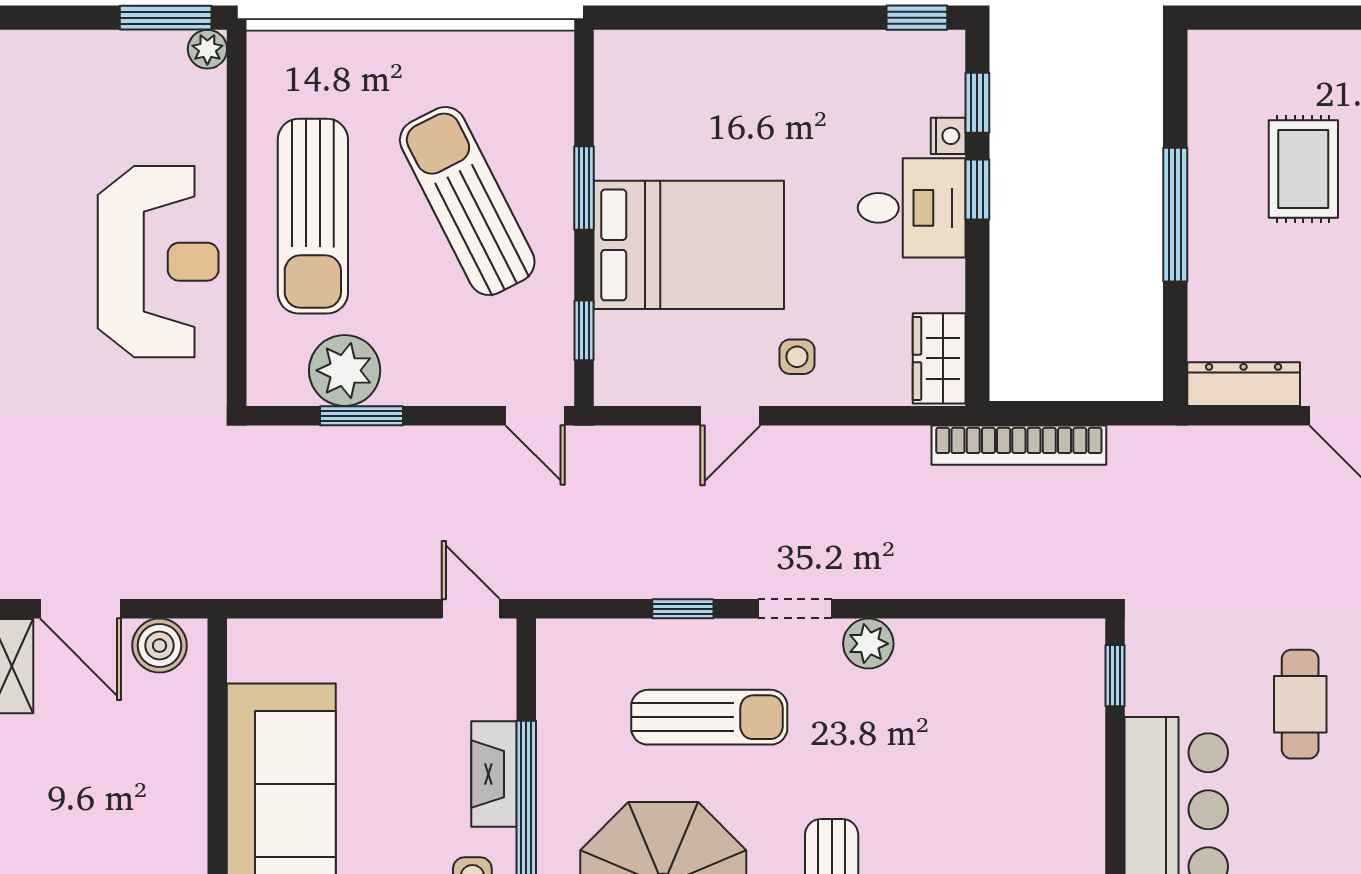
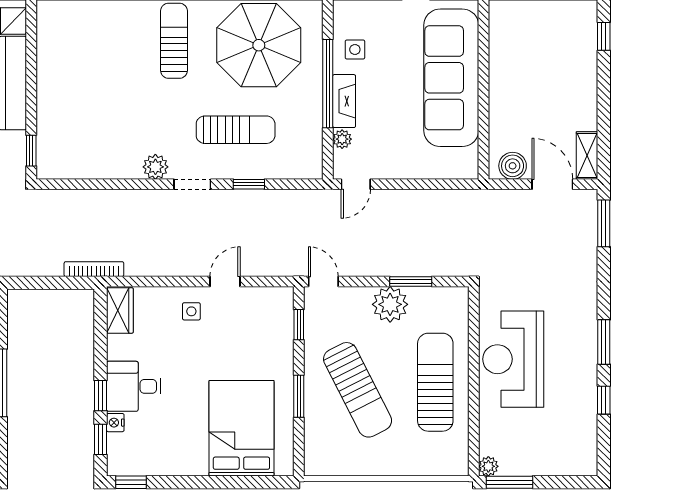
bed: (689, 245) -> (241, 428), moved, turned 90
plant: (345, 370) -> (390, 304), moved
bookcase: (1019, 445) -> (94, 269), width x0.68, depth x0.76
door: (471, 609) -> (356, 184), hinge flipped
plant: (498, 699) -> (342, 139), added
sun lounger: (709, 717) -> (236, 130), turned 180

